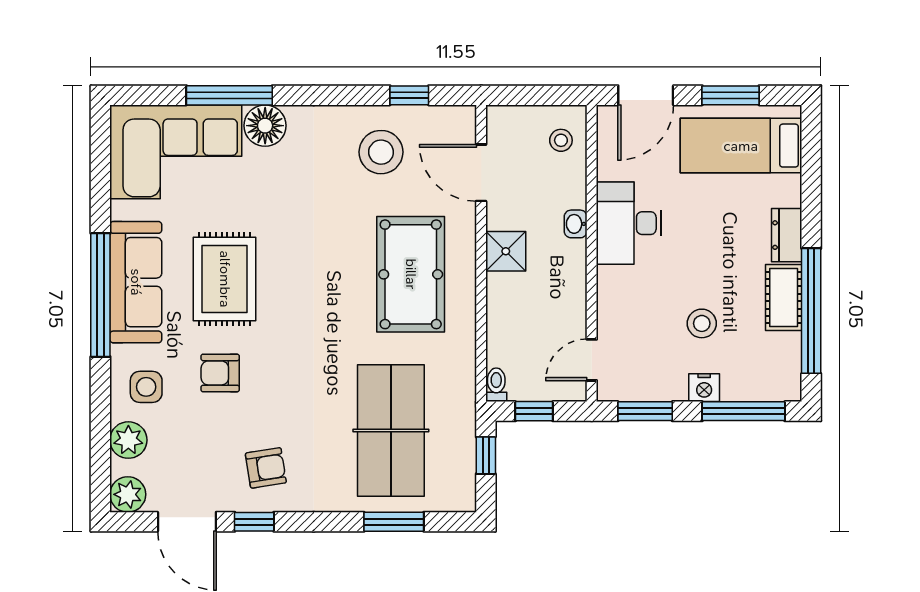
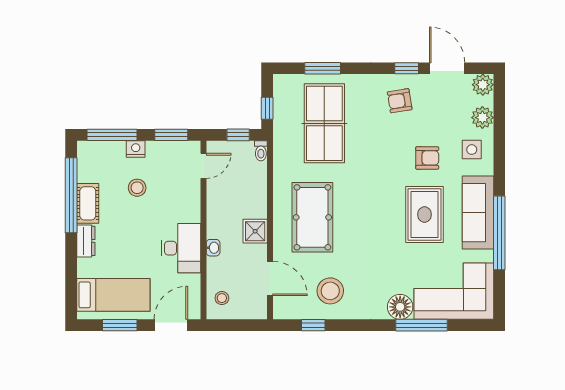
window: (100, 295) -> (499, 233), moved

